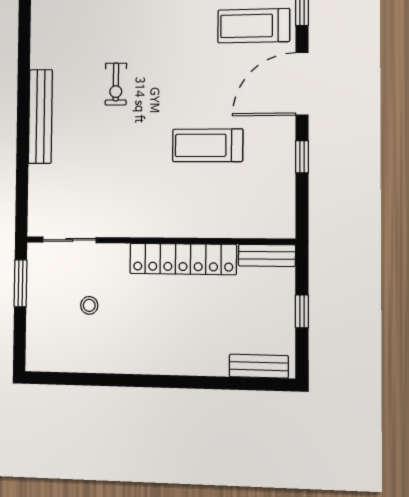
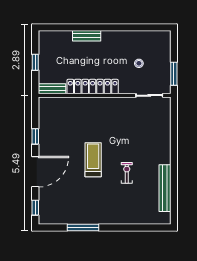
treadmill: (254, 26) -> (59, 201), removed
bench: (40, 116) -> (165, 188), moved
treadmill: (208, 145) -> (93, 160), moved, turned -90
bench: (259, 366) -> (87, 36), moved

